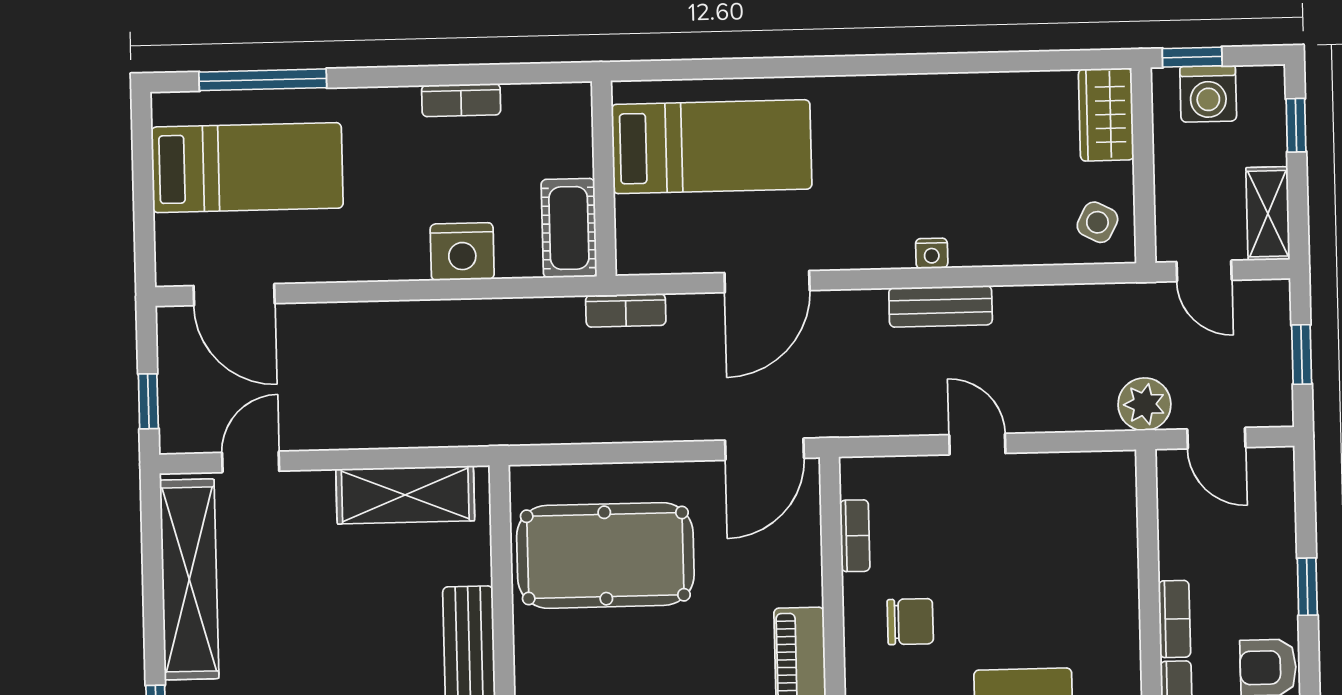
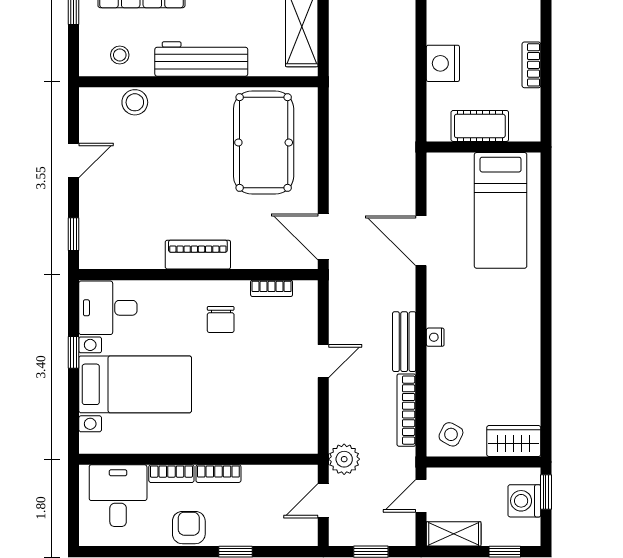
cot: (569, 228) -> (480, 126), moved
bookcase: (626, 310) -> (406, 410), moved, width x1.56

